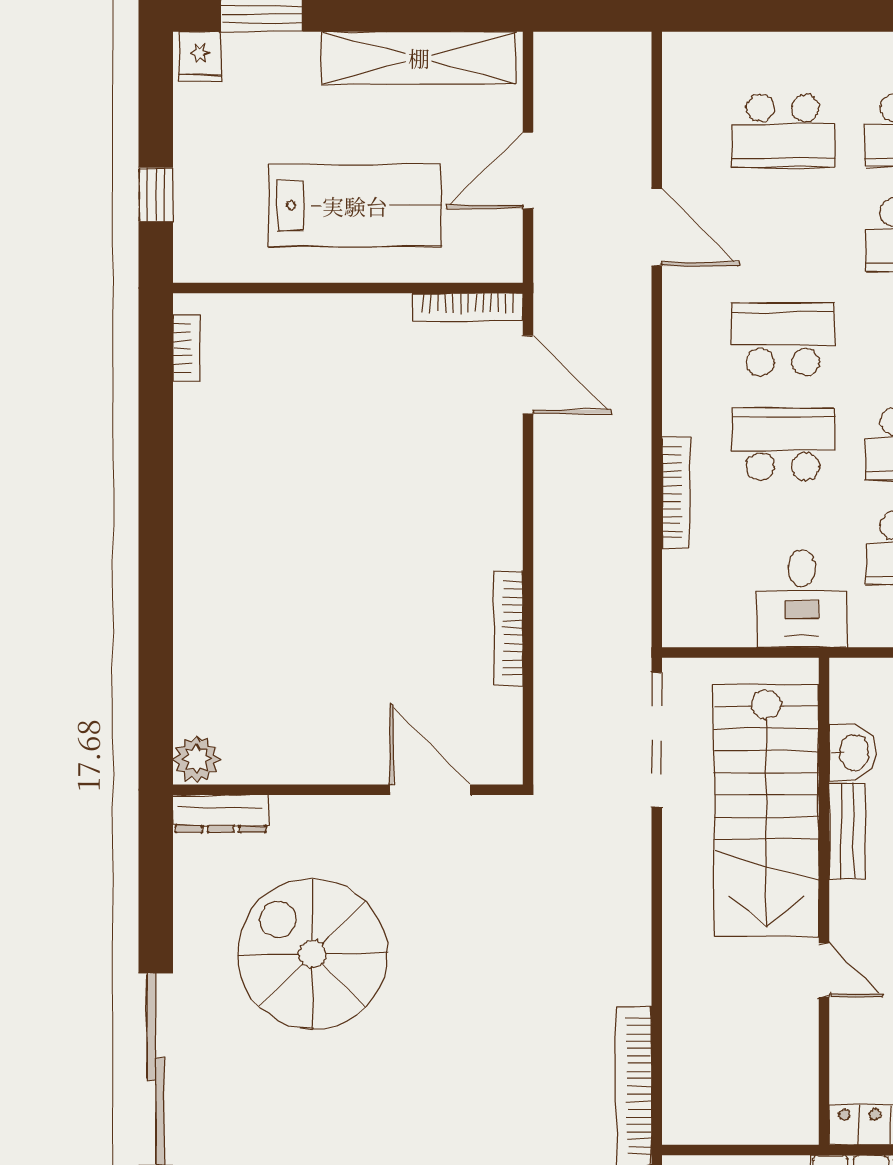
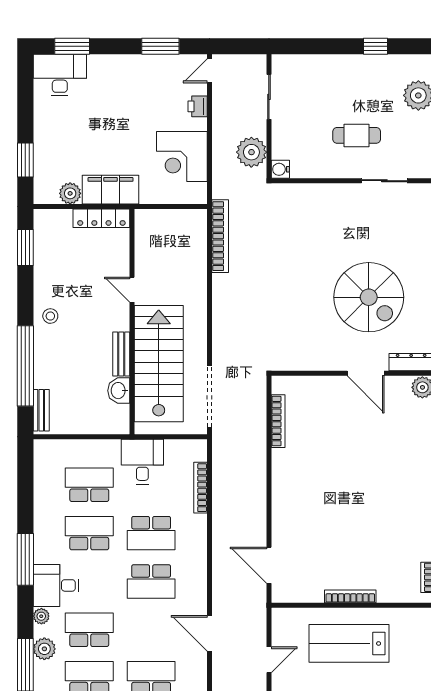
door: (528, 170) -> (269, 660), width x0.73
bookcase: (468, 307) -> (350, 596), moved
bookcase: (676, 493) -> (201, 488), moved
bookcase: (508, 628) -> (278, 421), moved
door: (430, 790) -> (366, 373), moved

